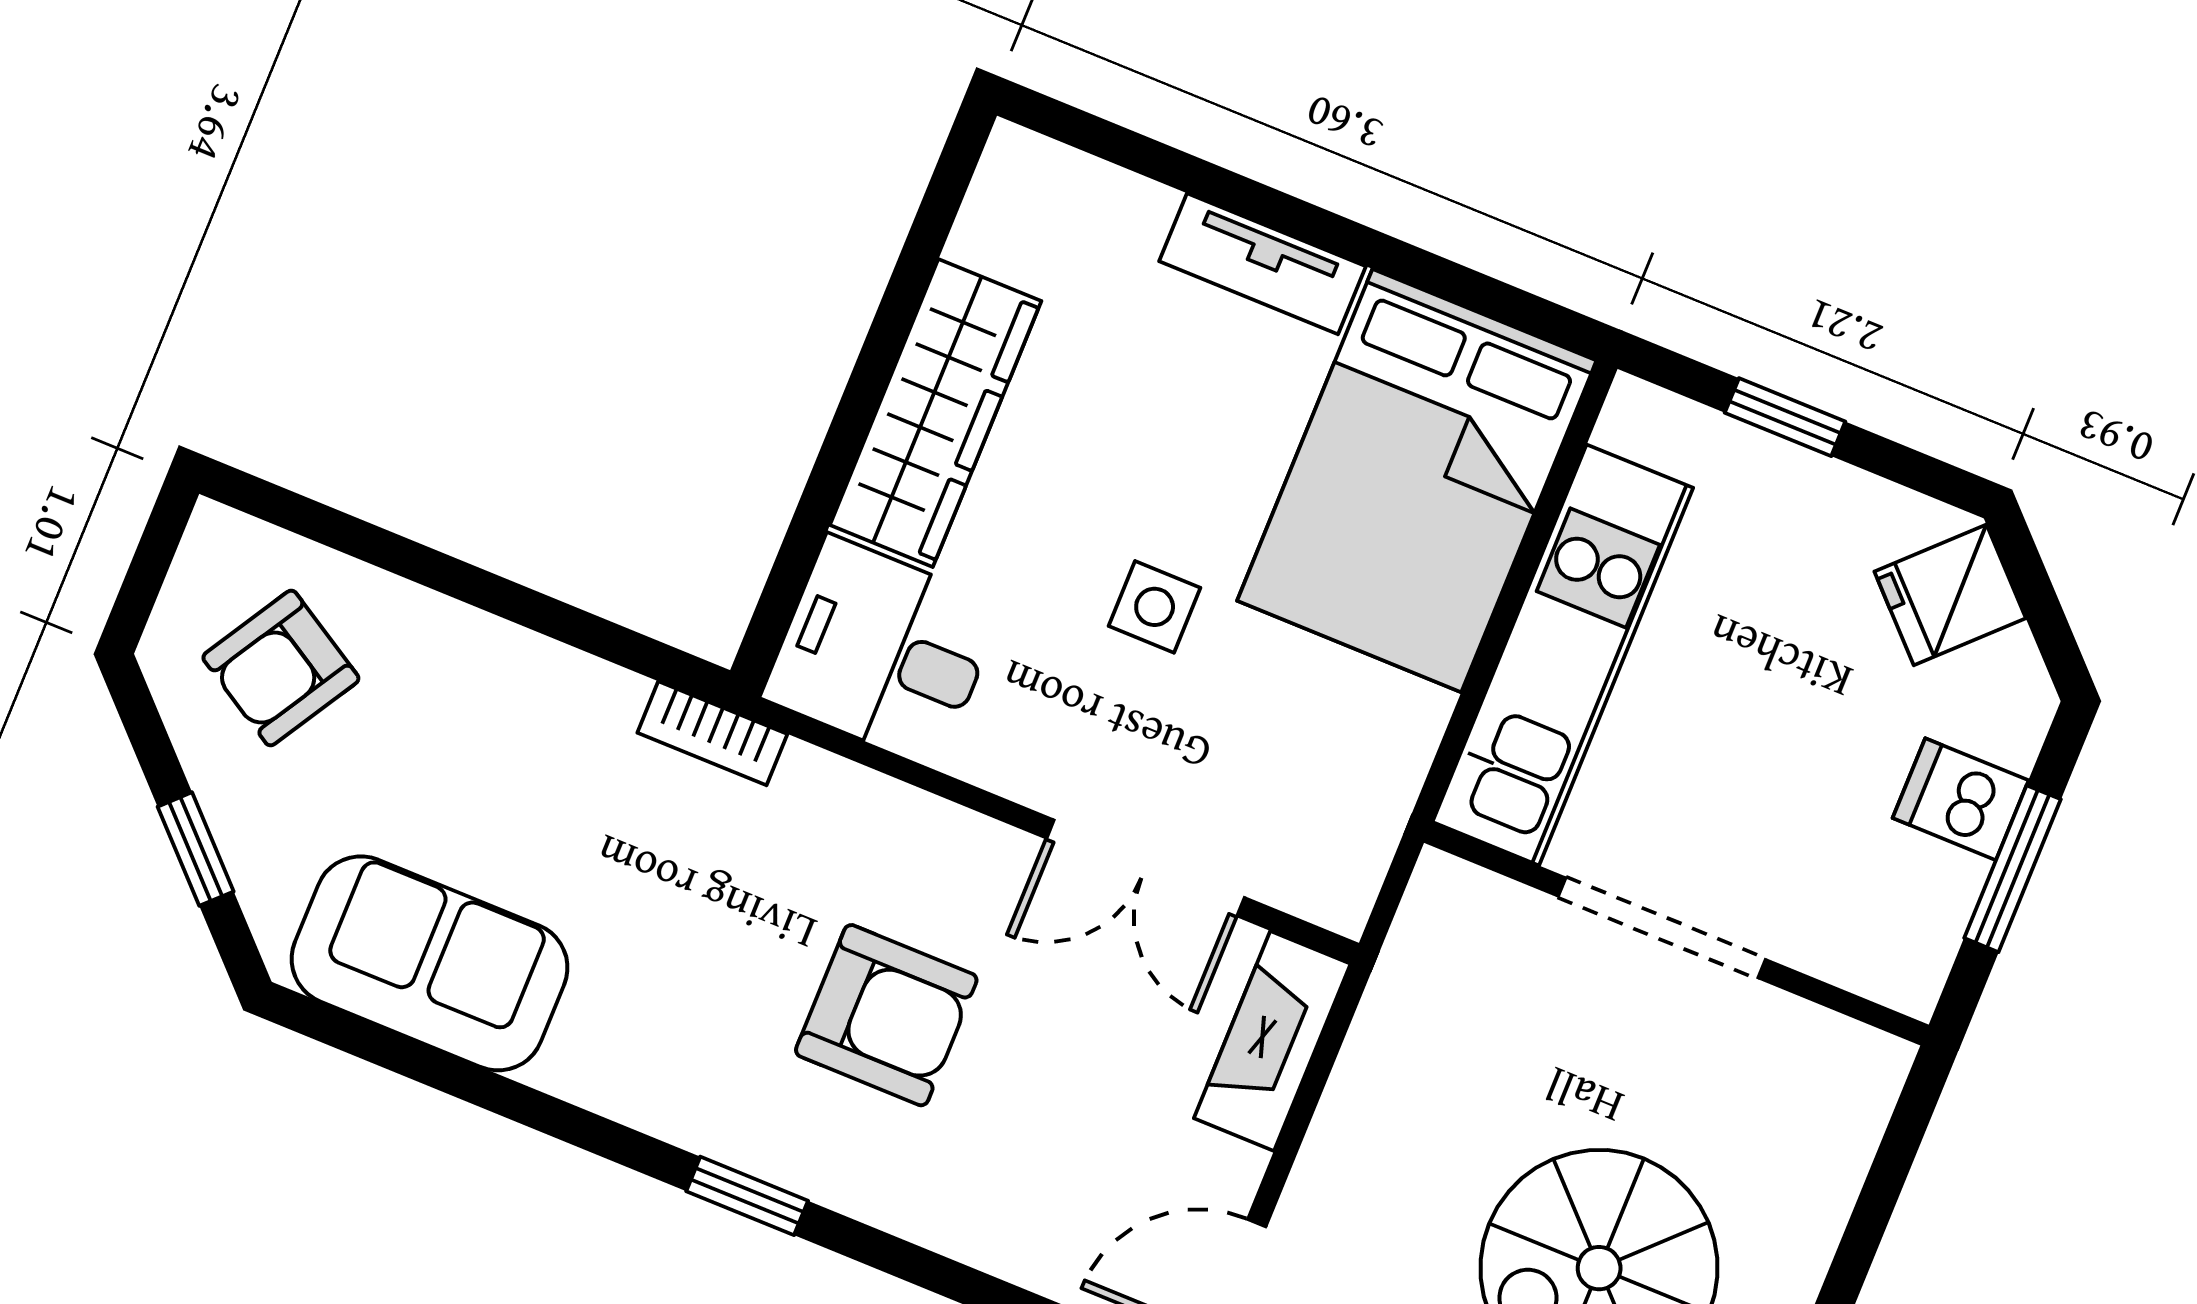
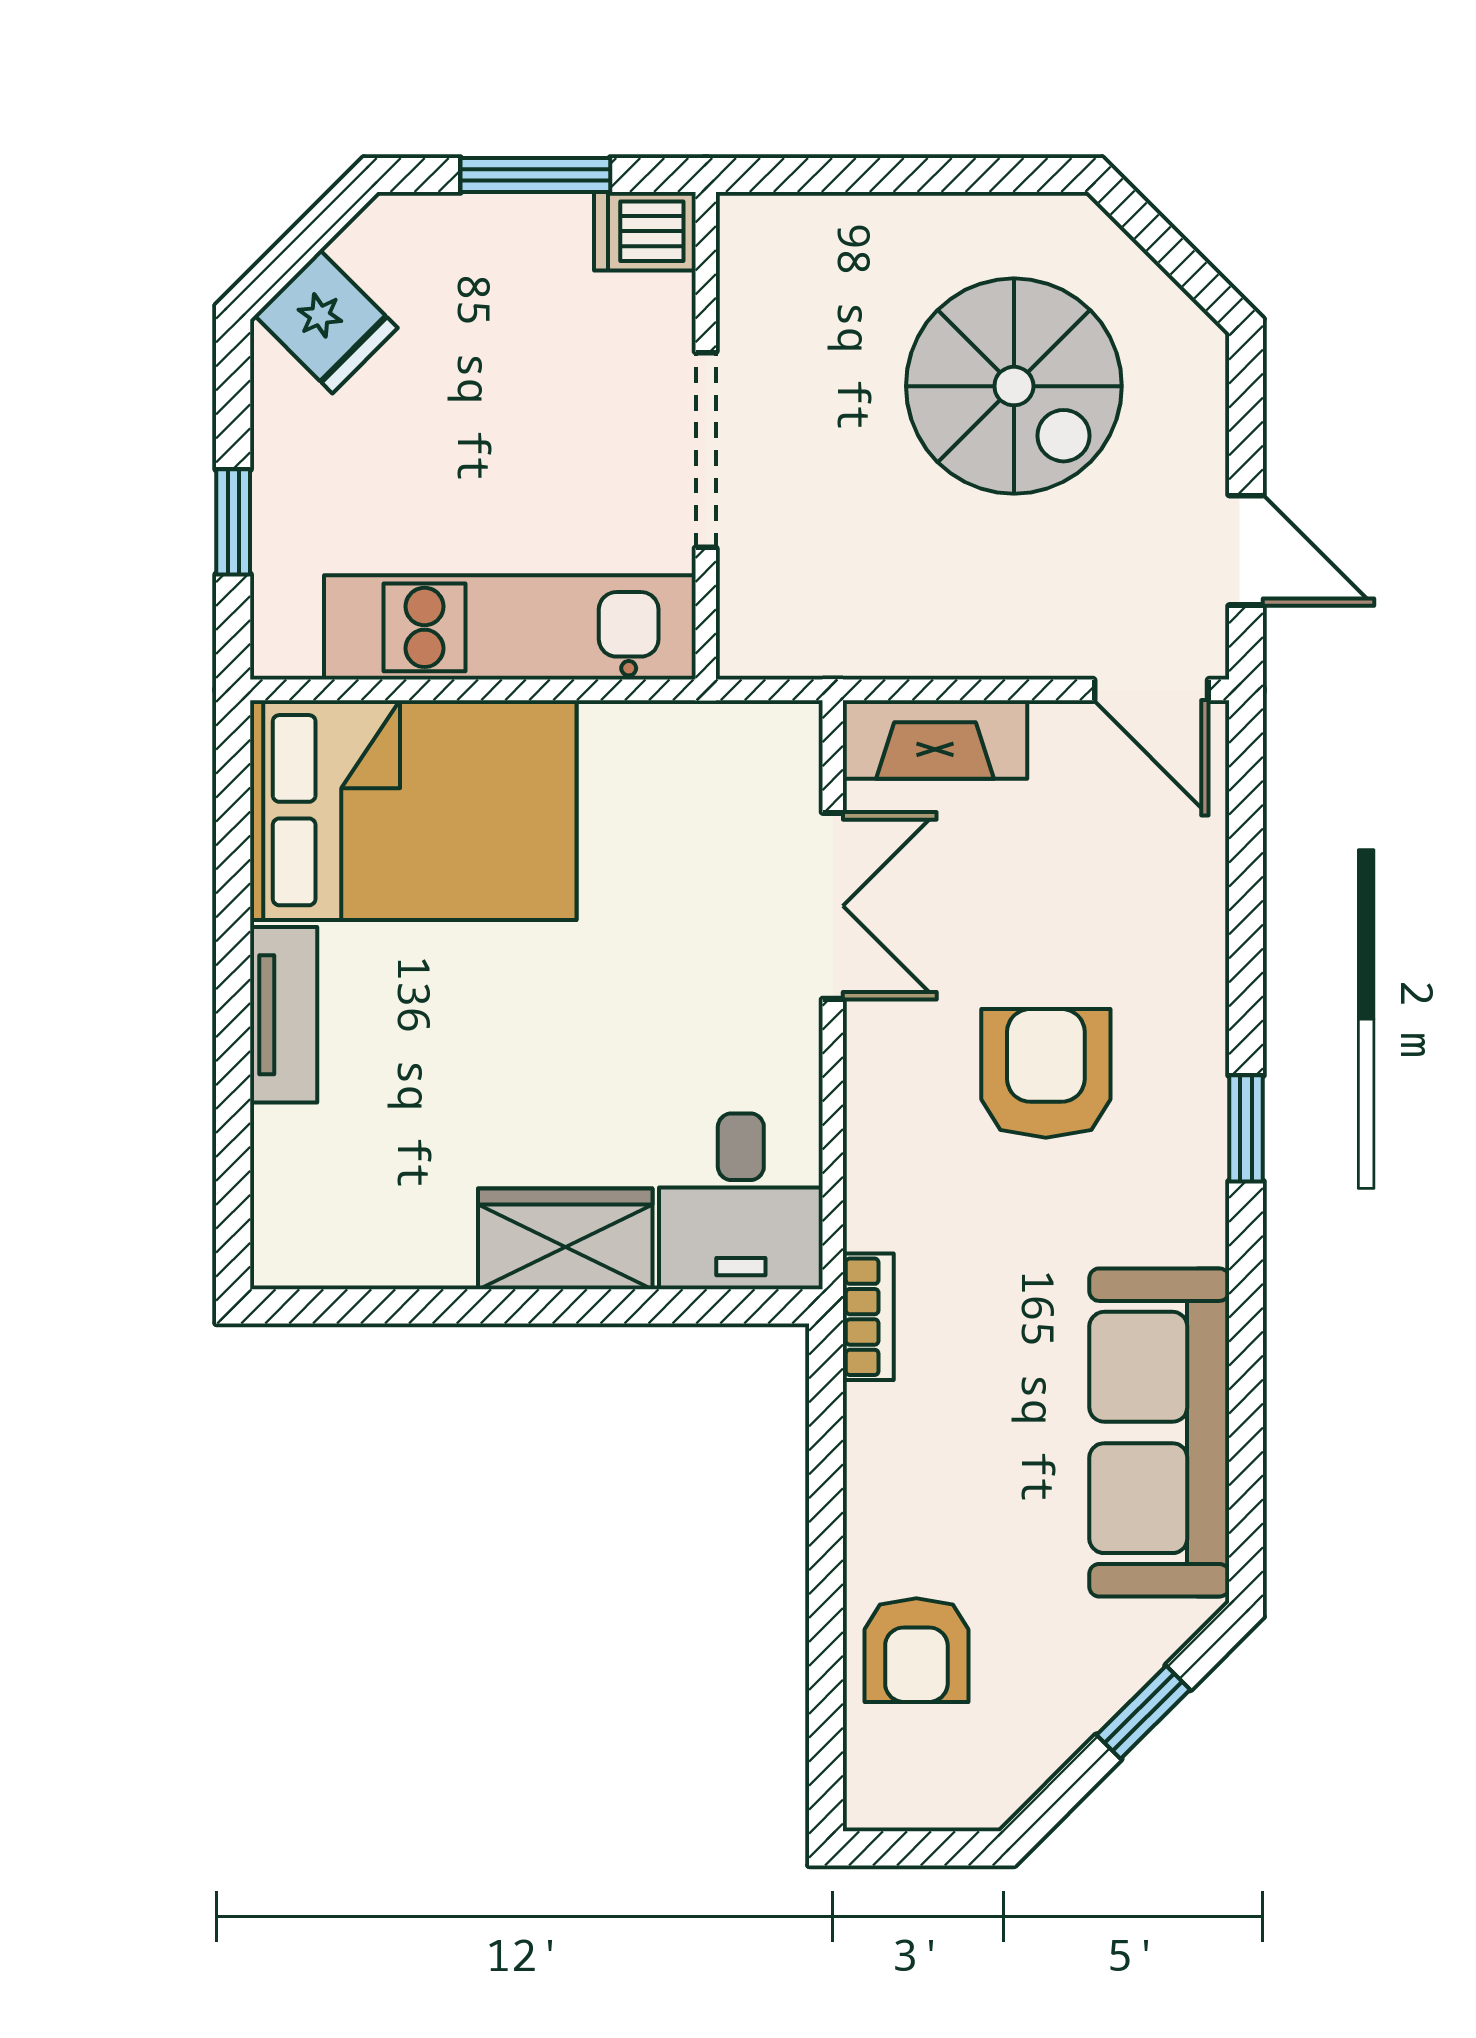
wardrobe: (936, 413) -> (565, 1239), width x0.67
side table: (1155, 607) -> (610, 988), removed
armchair: (281, 668) -> (916, 1650), moved, turned 59
dishwasher: (1961, 799) -> (645, 231), moved, turned 90
sofa: (430, 963) -> (1159, 1432), width x1.36

